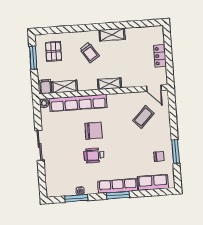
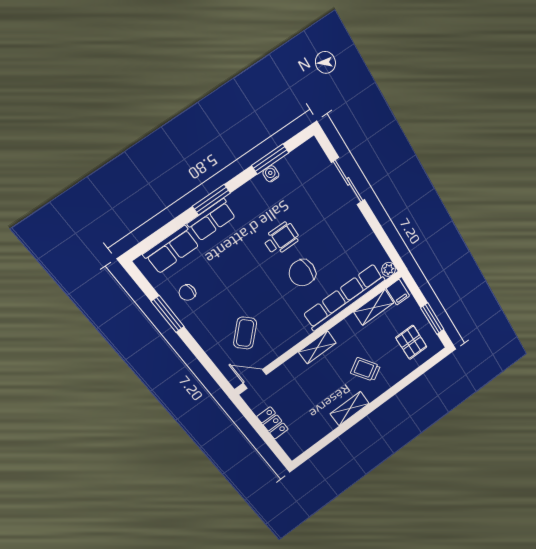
sliding door: (40, 145) -> (348, 181), moved
row of seats: (118, 186) -> (212, 220), width x0.68

